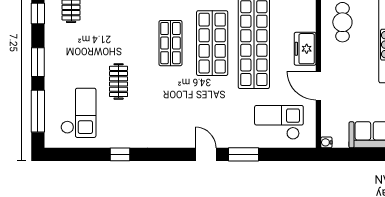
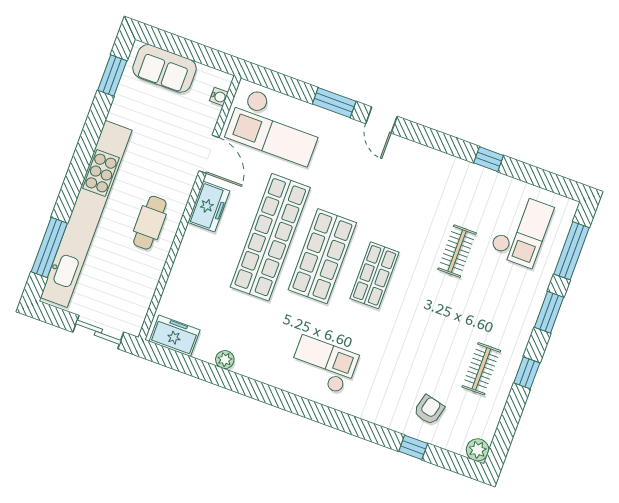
checkout: (78, 113) -> (522, 230), turned 180
checkout: (279, 122) -> (275, 126), width x1.36, depth x1.21
water cooler: (326, 142) -> (219, 97), moved

